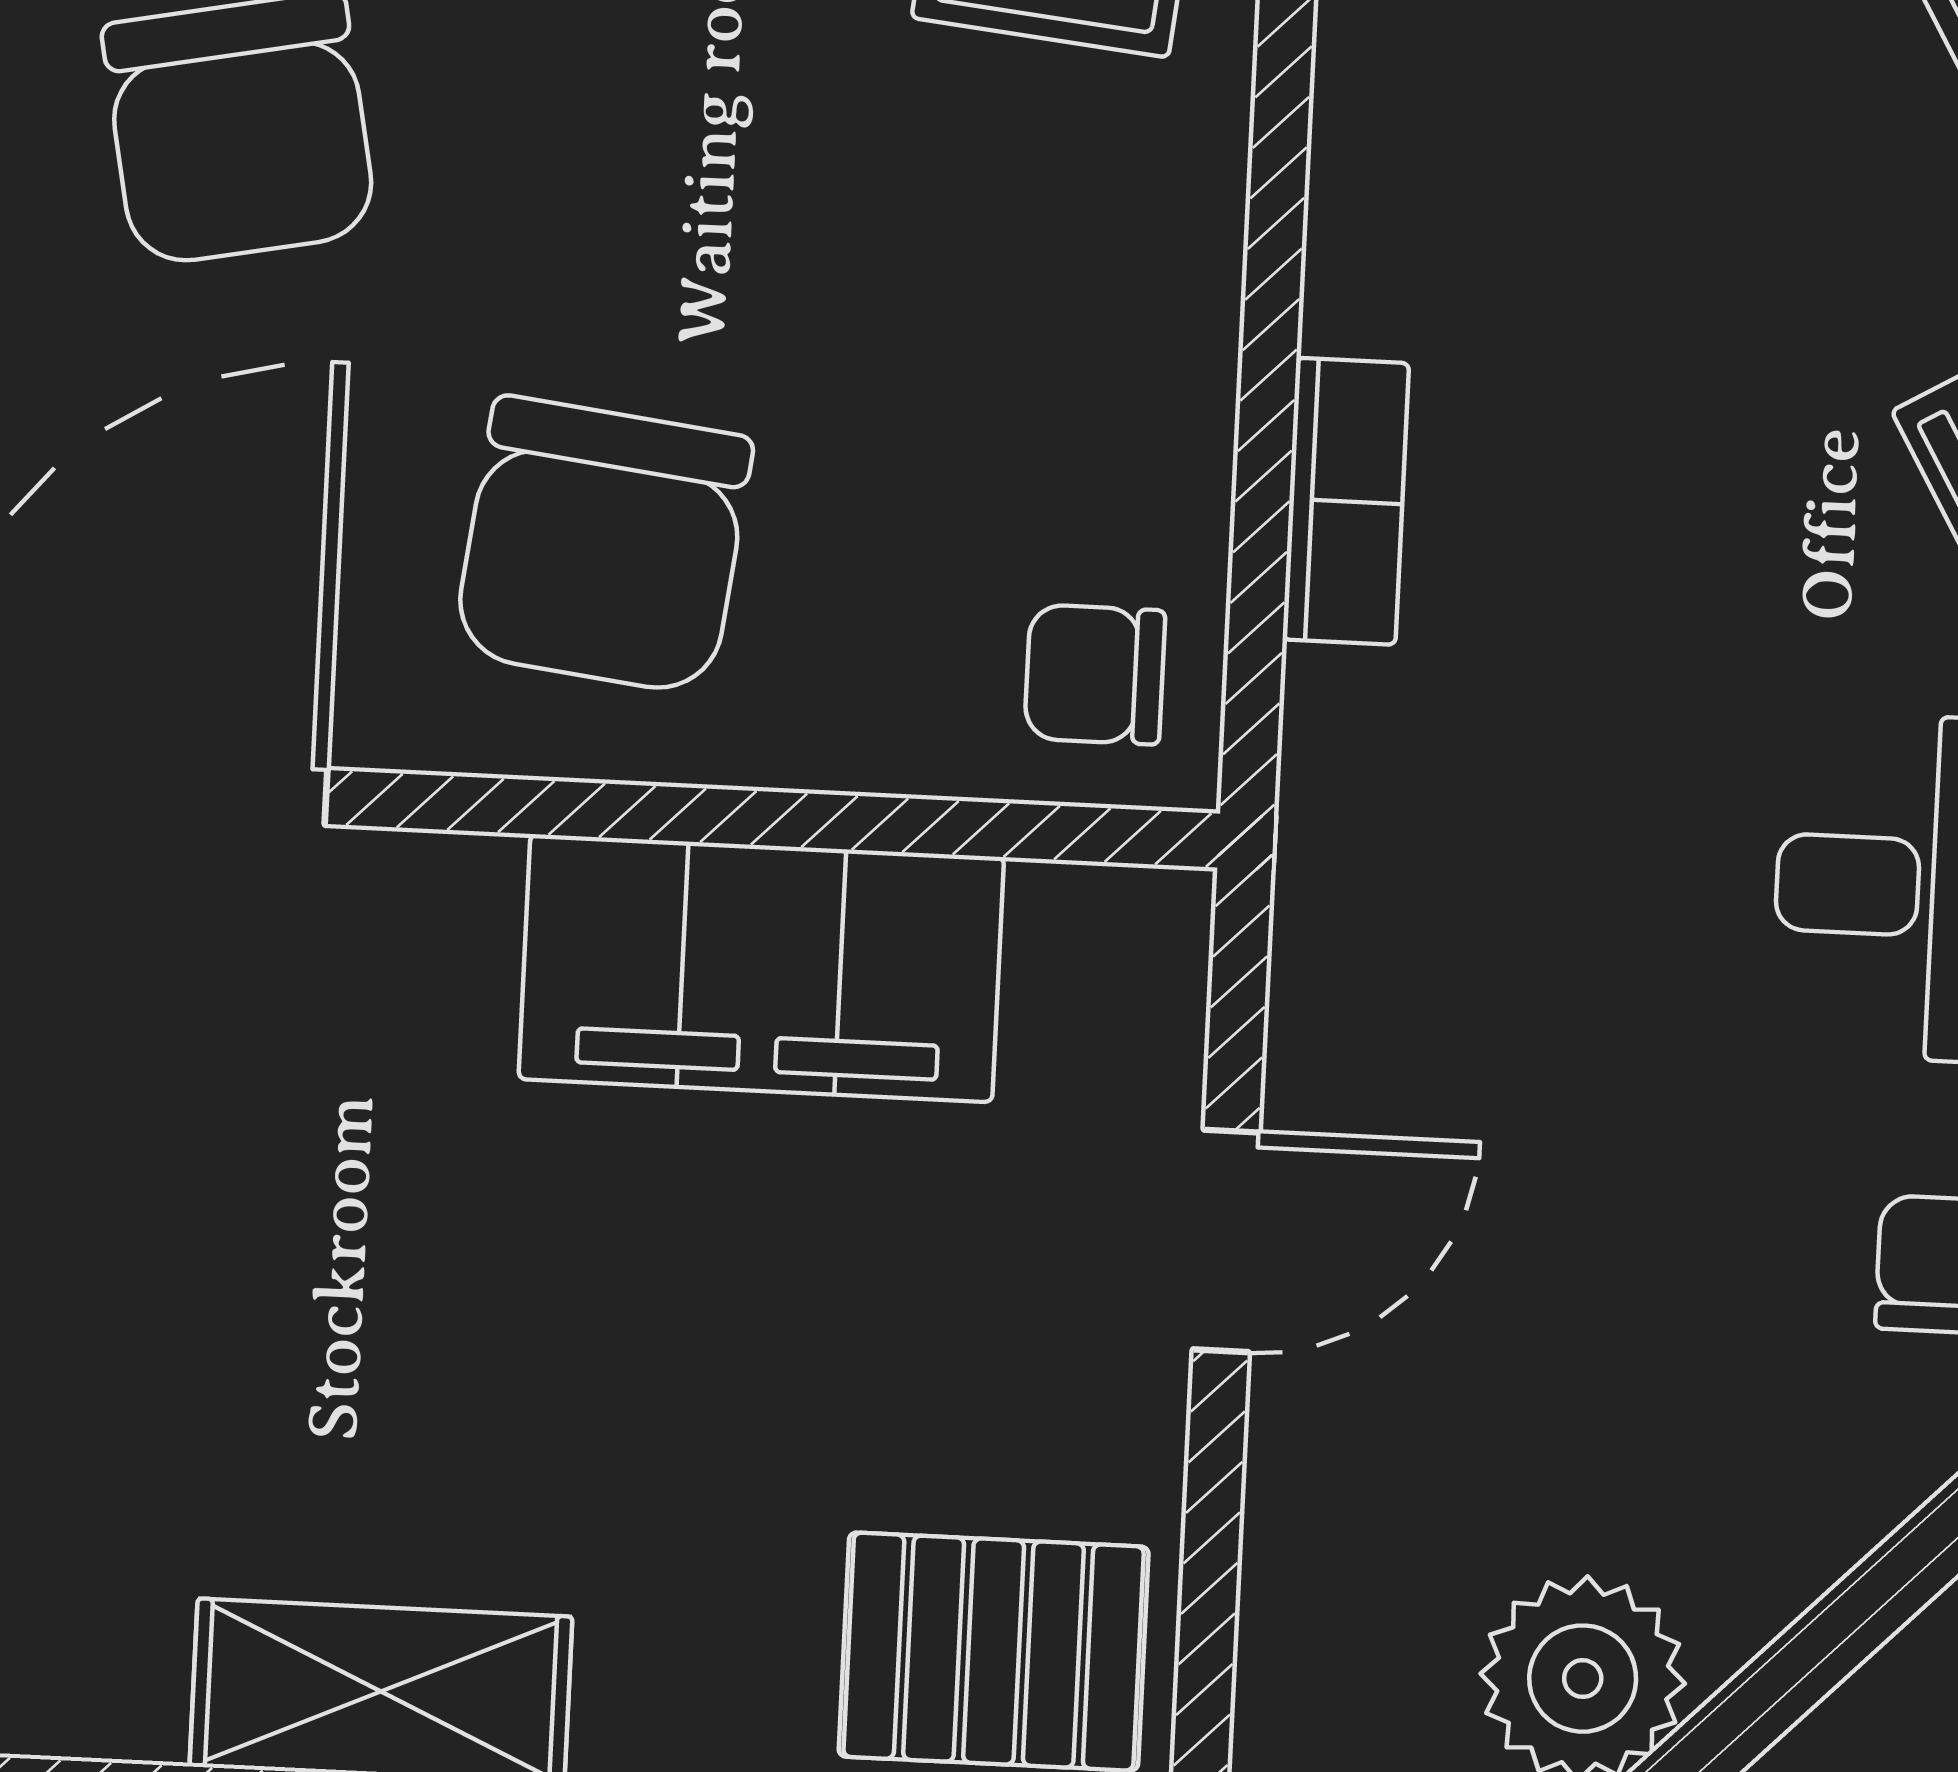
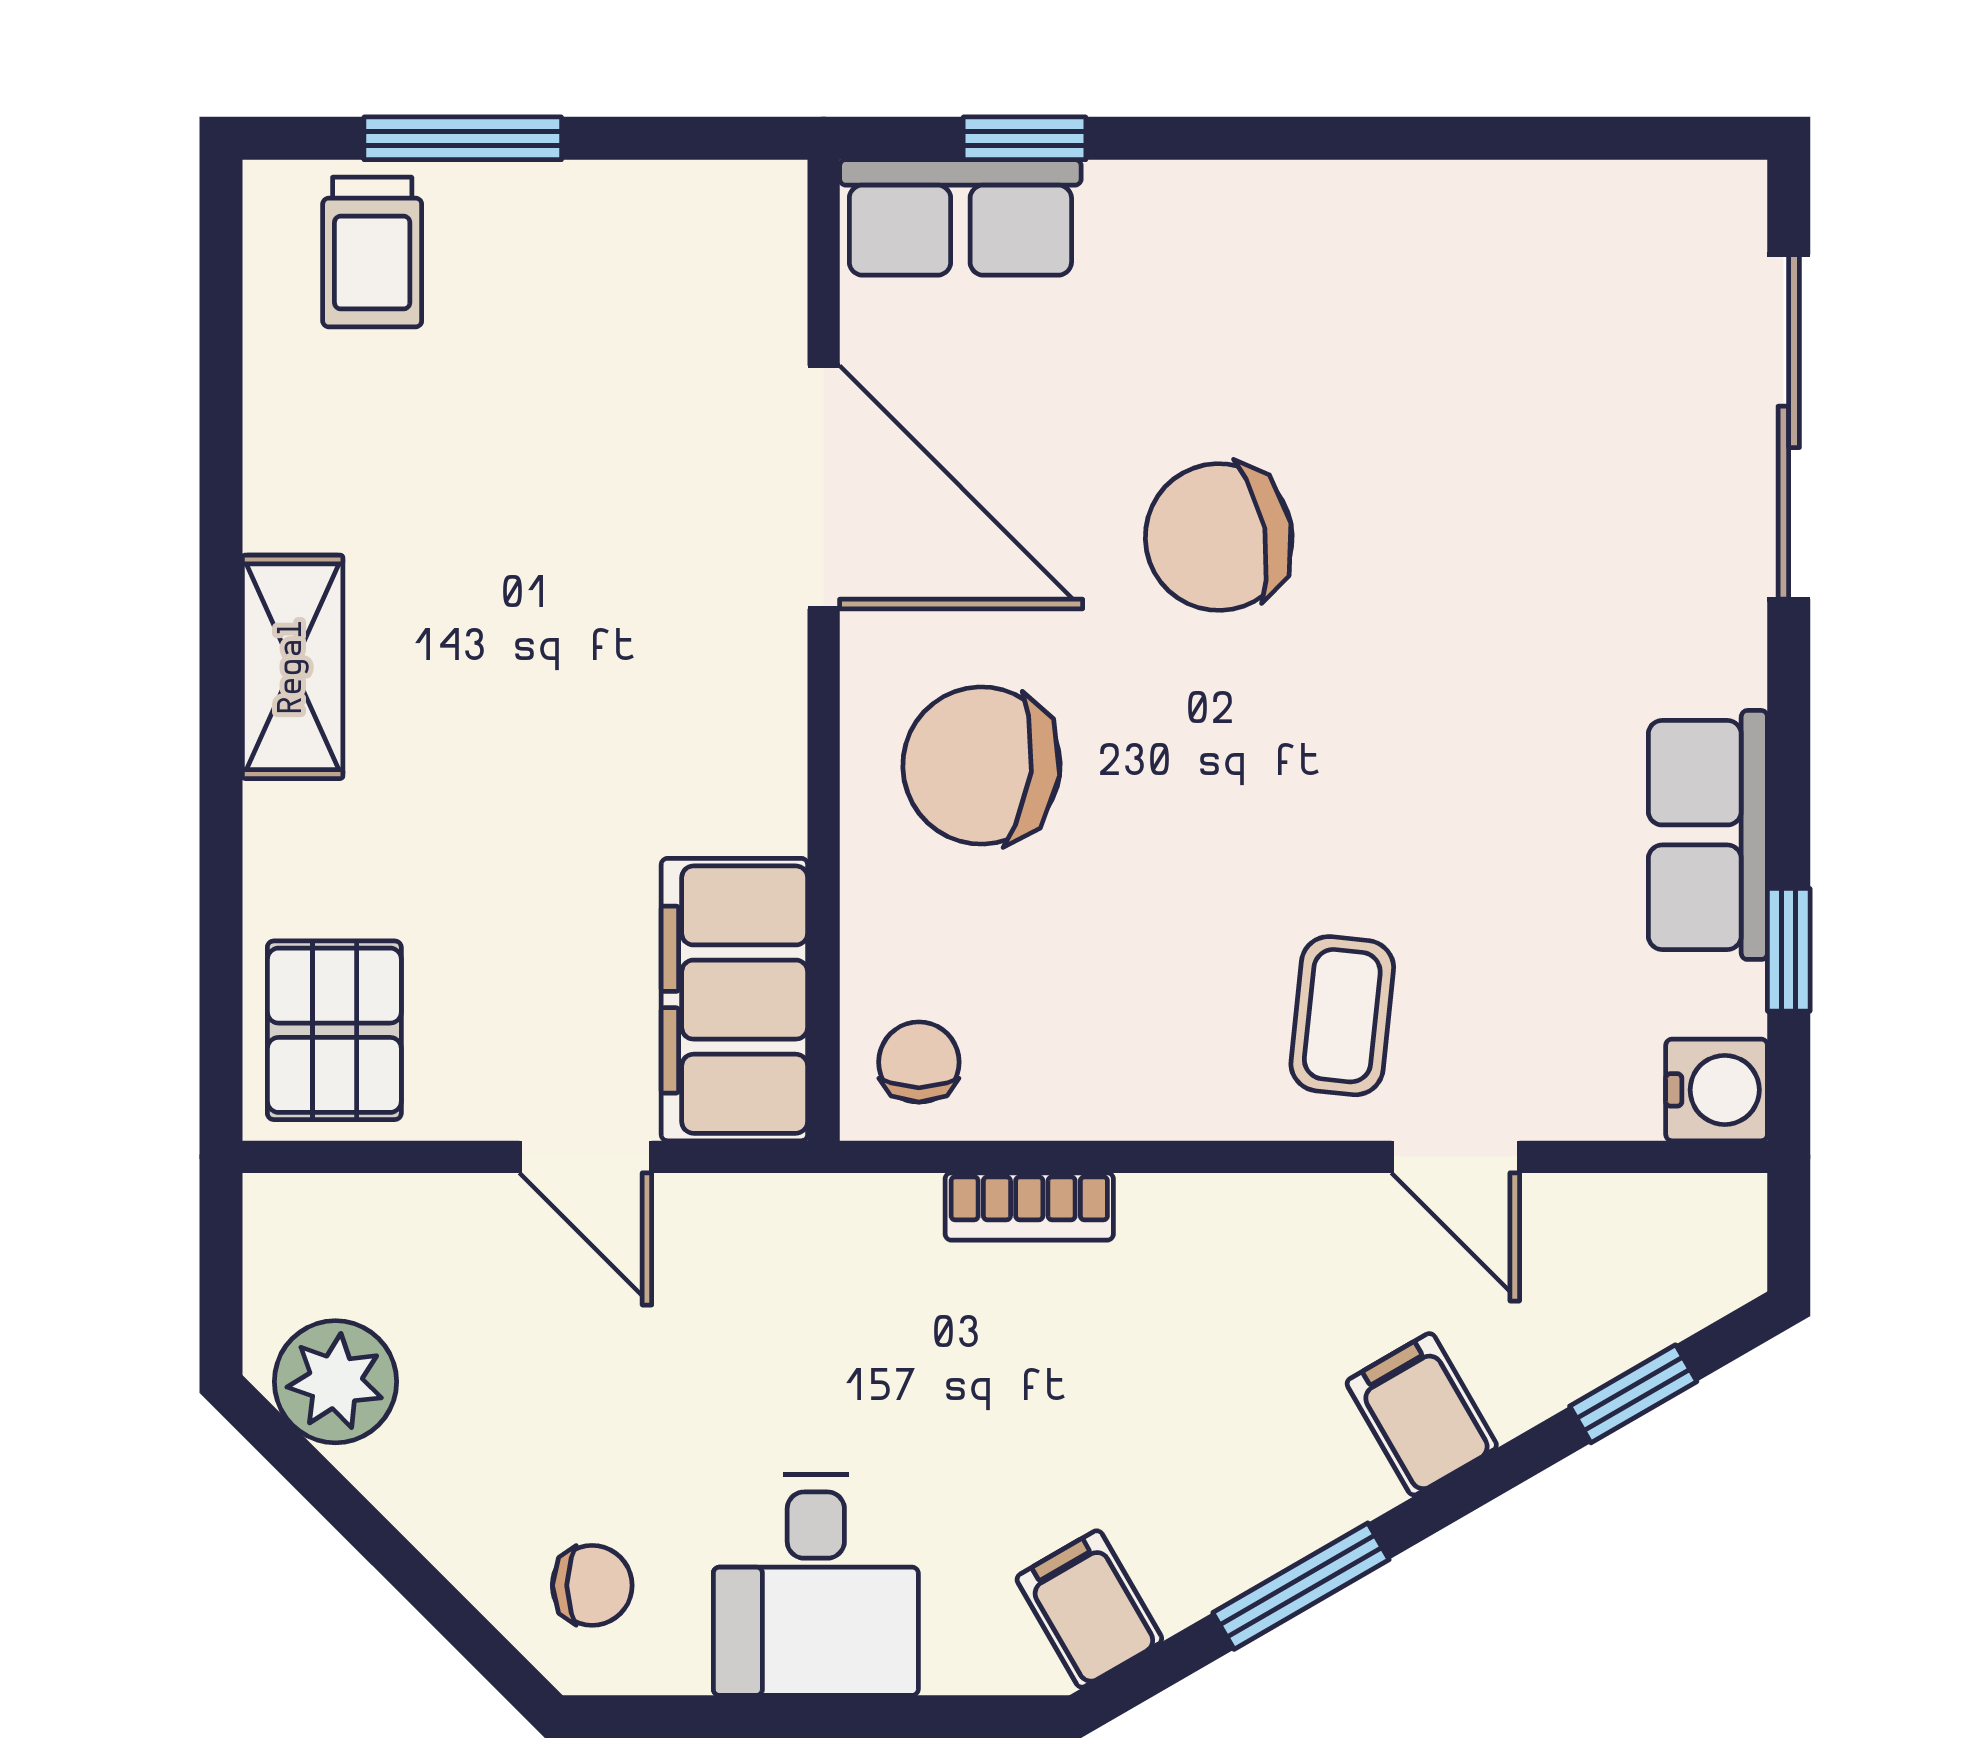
filing cabinet: (761, 968) -> (734, 1000), moved

